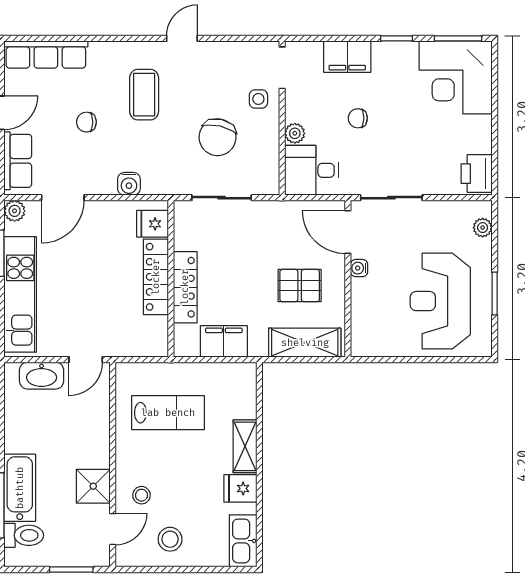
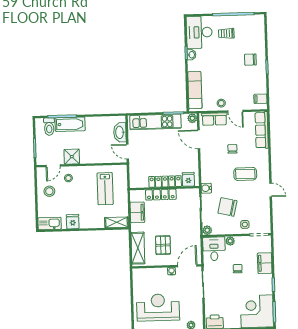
water cooler: (129, 184) -> (206, 188), moved
plant: (269, 185) -> (207, 230), added
shelving: (245, 446) -> (116, 222), moved
door: (113, 529) -> (53, 166), hinge flipped

